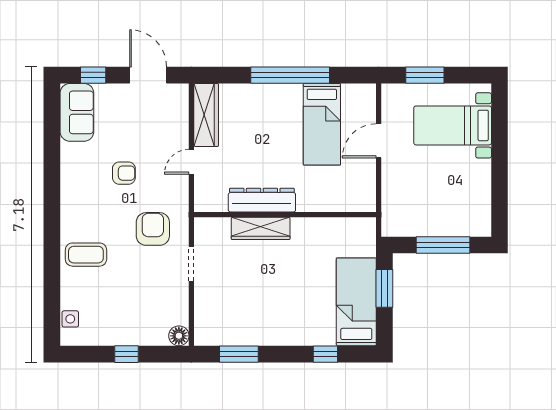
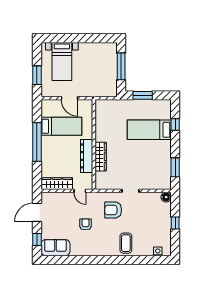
dresser: (262, 200) -> (87, 156), moved
wall: (285, 215) -> (94, 145), moved
wardrobe: (261, 228) -> (101, 157), moved
bed: (356, 302) -> (149, 130), moved

